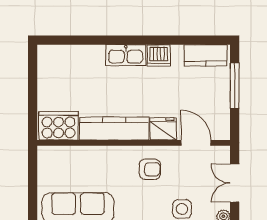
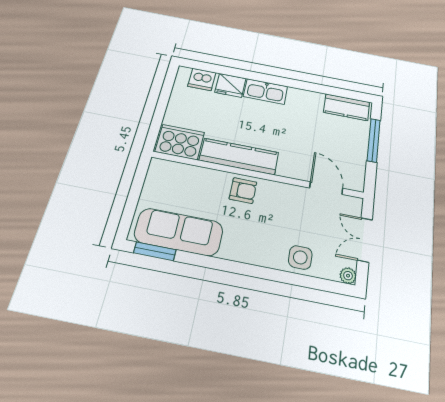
dishwasher: (159, 55) -> (202, 79), moved
fridge: (163, 129) -> (230, 85), moved, turned 180
armchair: (150, 169) -> (243, 191), moved

